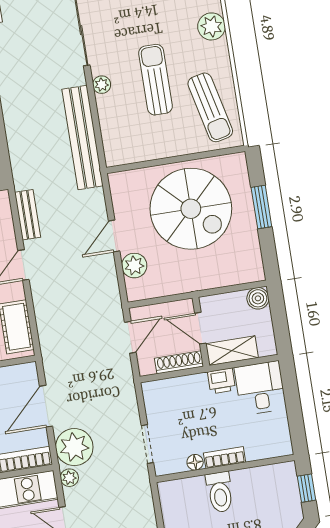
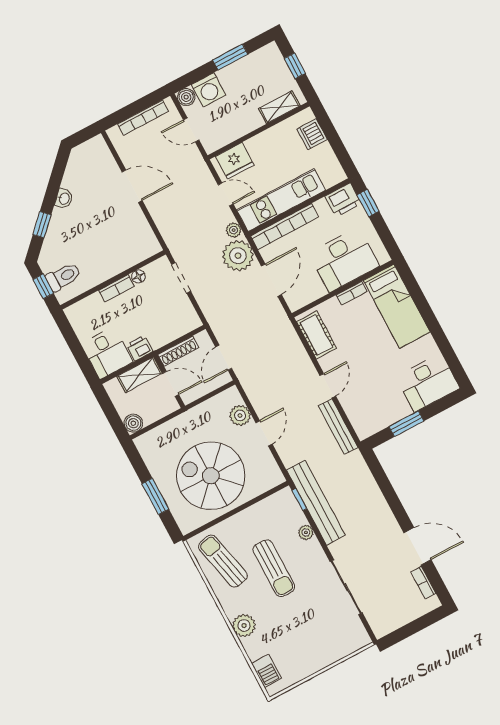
plant: (102, 85) -> (306, 532), moved
window: (100, 147) -> (299, 500), added
bench: (28, 215) -> (338, 427), width x1.36
toilet: (220, 492) -> (63, 277), moved, turned 90

